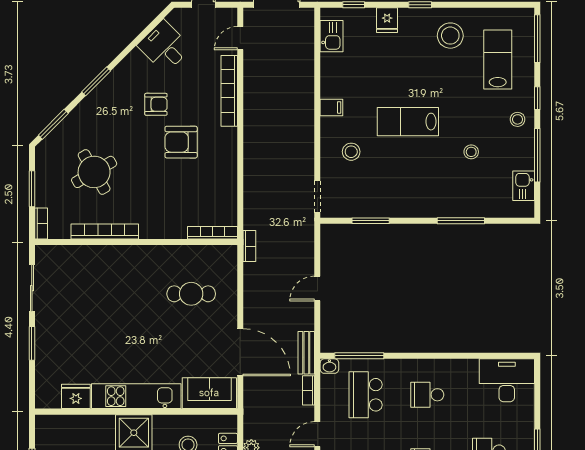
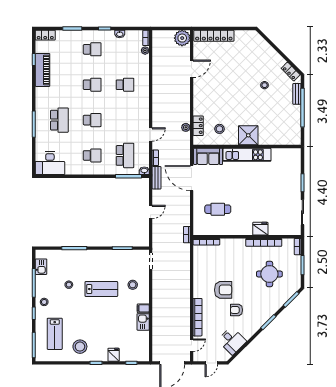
kitchen sink: (332, 36) -> (143, 322), moved
lab bench: (408, 122) -> (101, 289), moved
round table: (94, 172) -> (269, 274), turned 30
fridge: (76, 396) -> (260, 229), moved, turned 180

